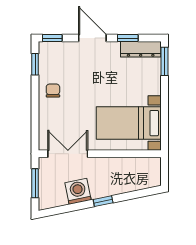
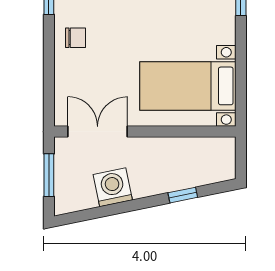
chair: (53, 91) -> (75, 38), turned 90
window: (103, 201) -> (183, 195), moved

